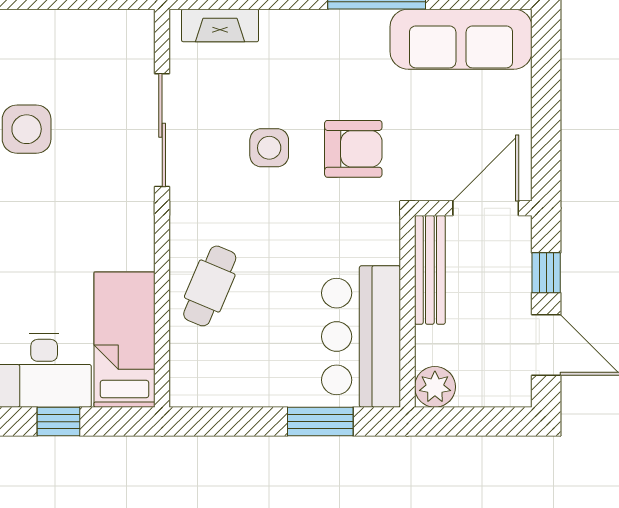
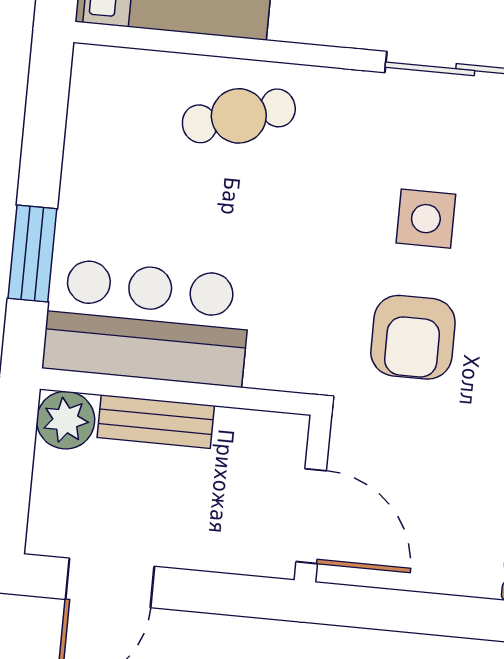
bench: (430, 270) -> (156, 422), moved, width x0.73
window: (546, 273) -> (212, 593), removed
cafe table: (210, 286) -> (239, 116), turned -40

